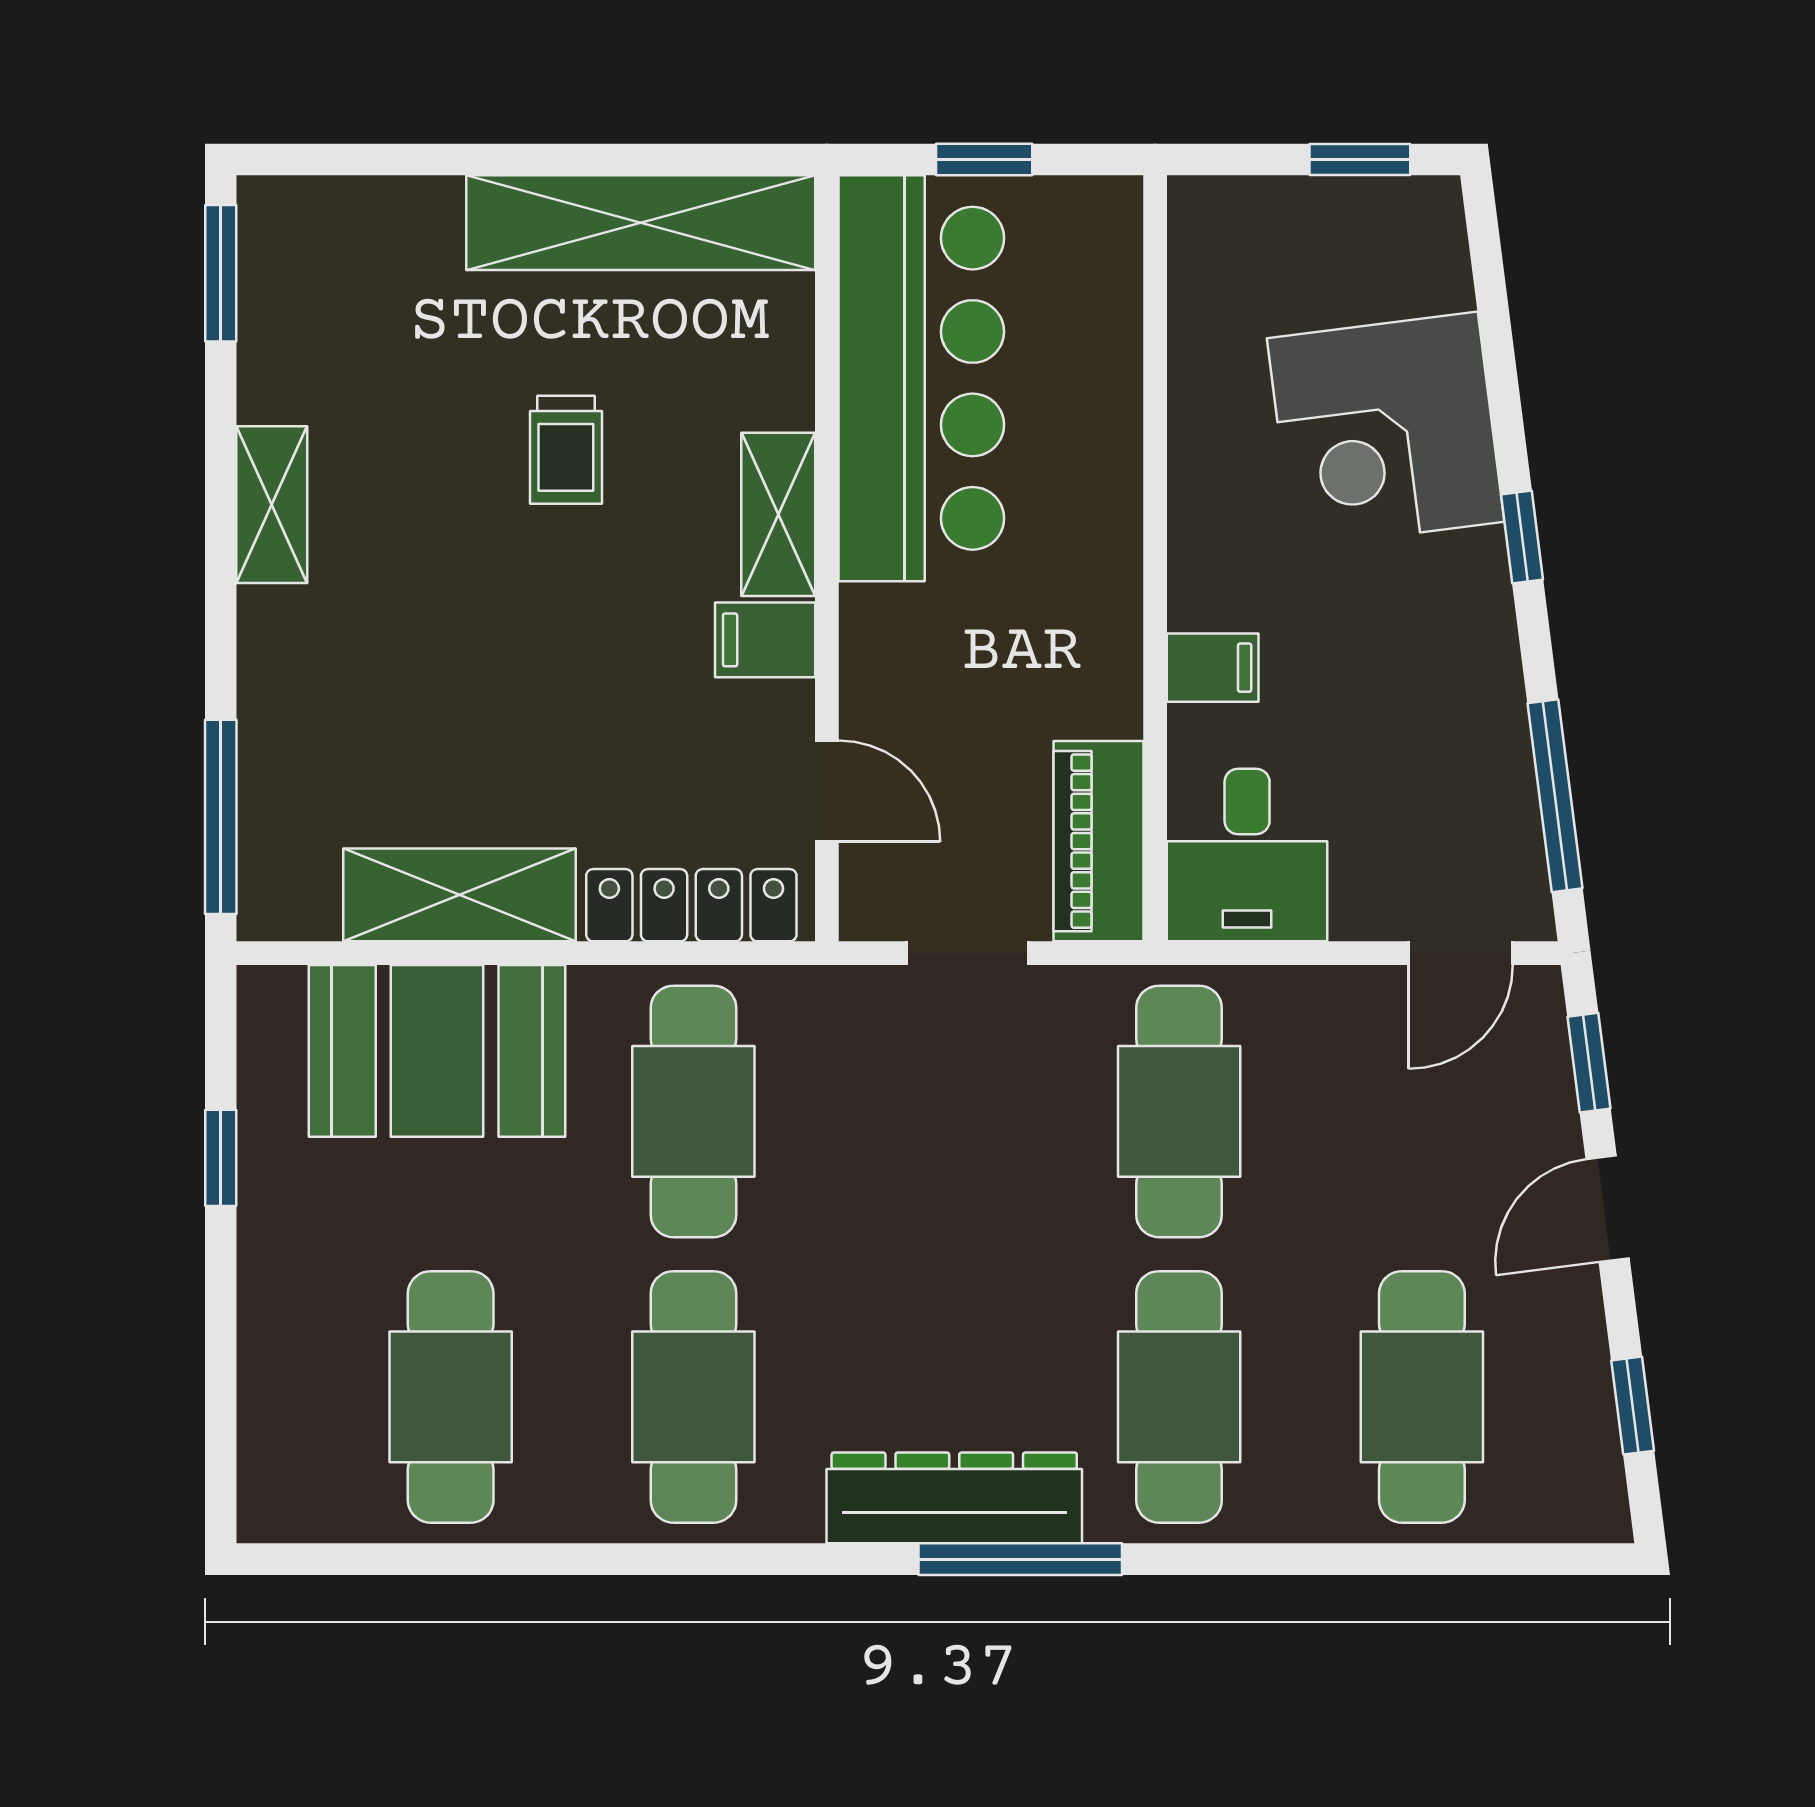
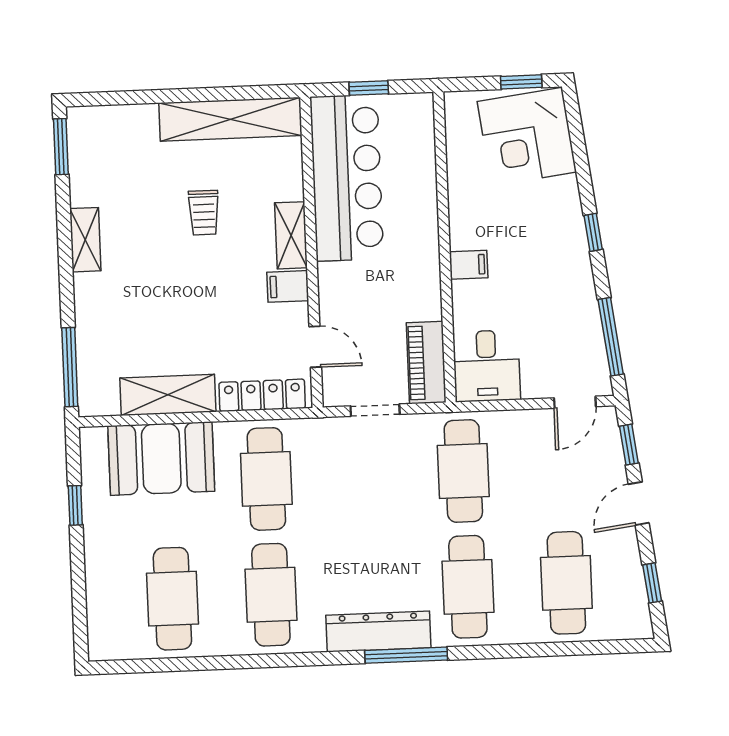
corner desk: (1386, 430) -> (527, 137), moved
filing cabinet: (1213, 668) -> (469, 265), moved

